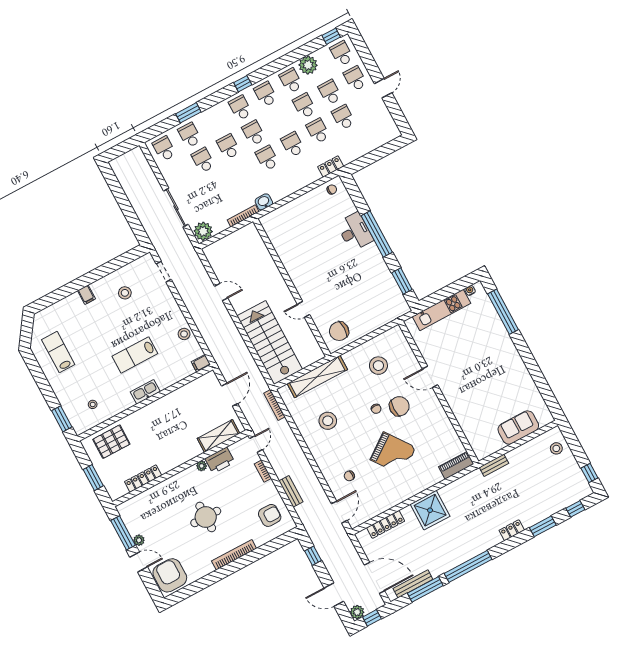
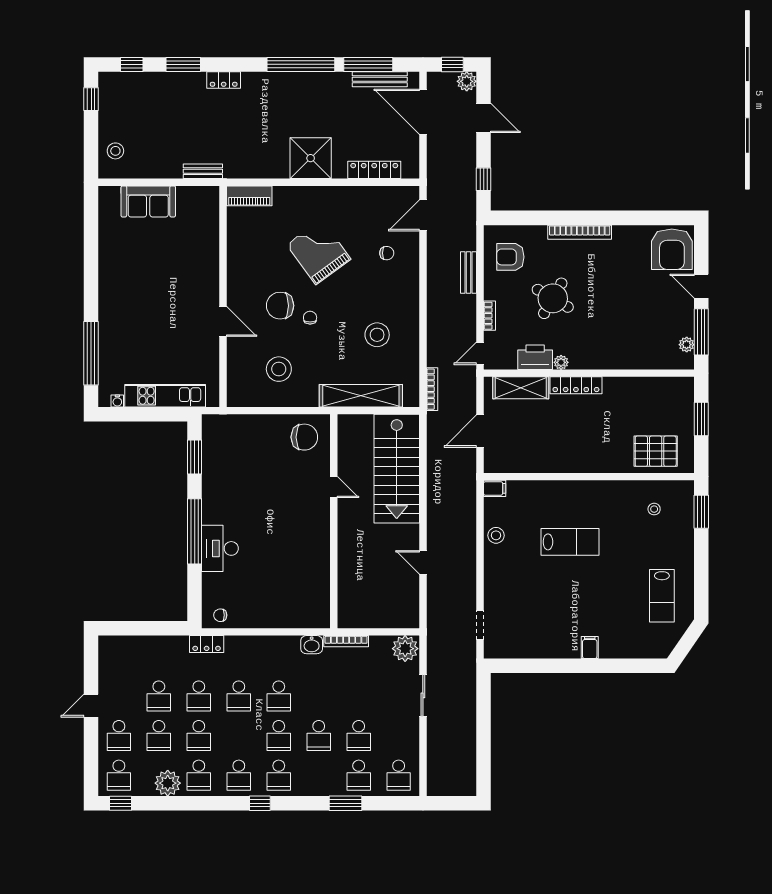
sliding door: (176, 208) -> (423, 695), width x0.73
stool: (125, 293) -> (541, 624), removed
kitchen sink: (145, 392) -> (581, 490), removed
locker: (143, 479) -> (576, 385), moved
round table: (206, 517) -> (553, 298), moved, turned 30
plant: (139, 540) -> (687, 345), moved

